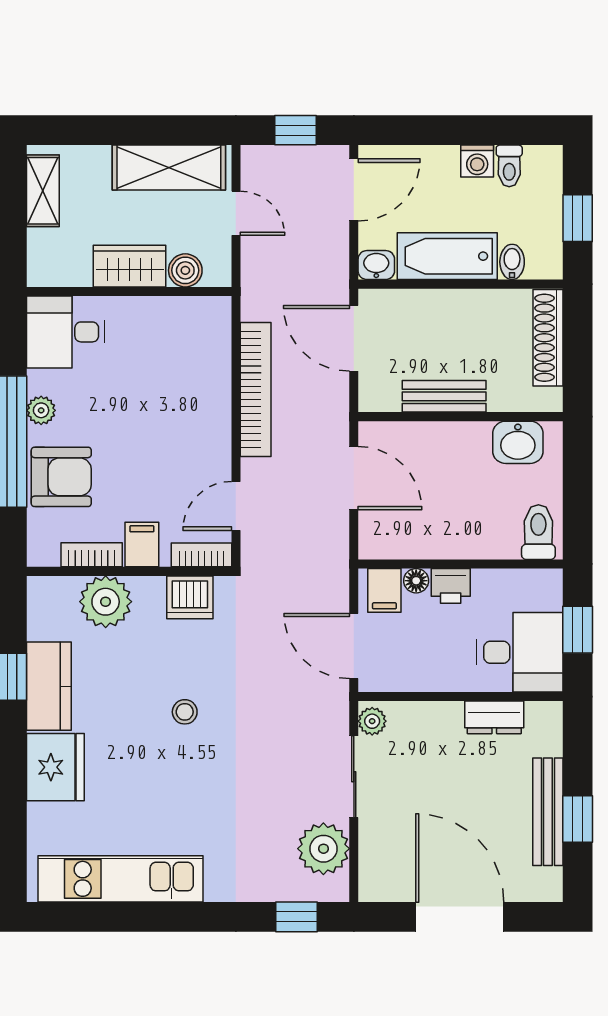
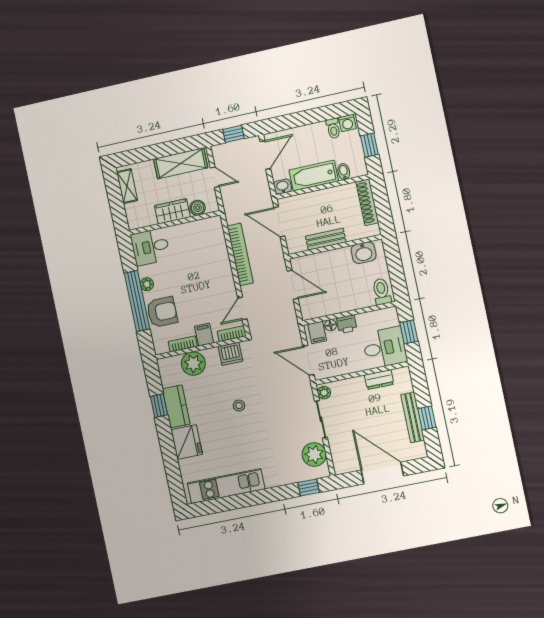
washing machine: (477, 161) -> (347, 123), moved

